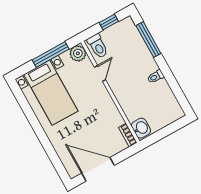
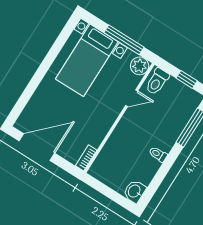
washbasin: (141, 128) -> (135, 191), moved, turned 180
door: (98, 169) -> (37, 147), hinge flipped

